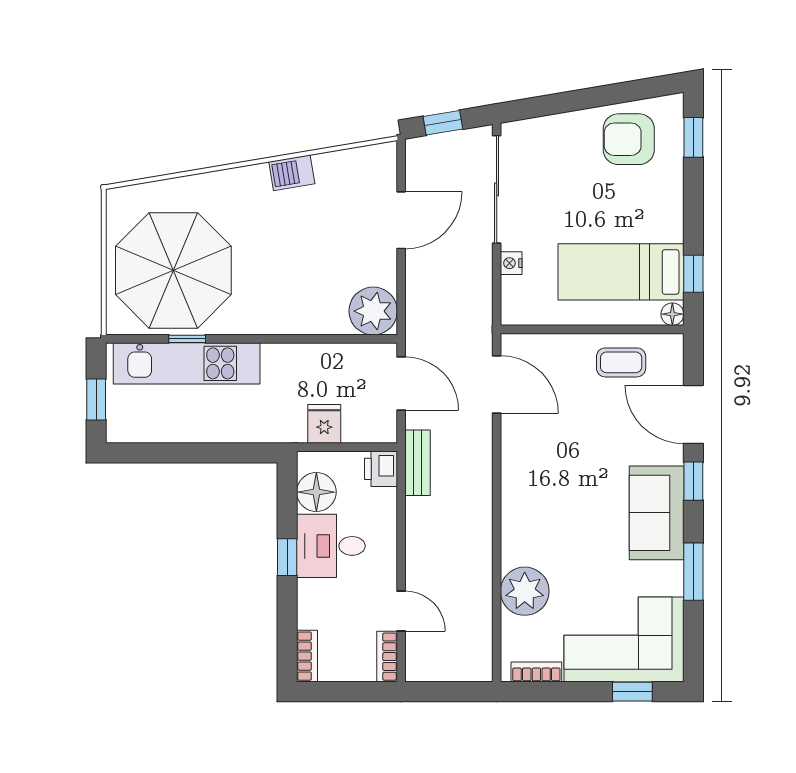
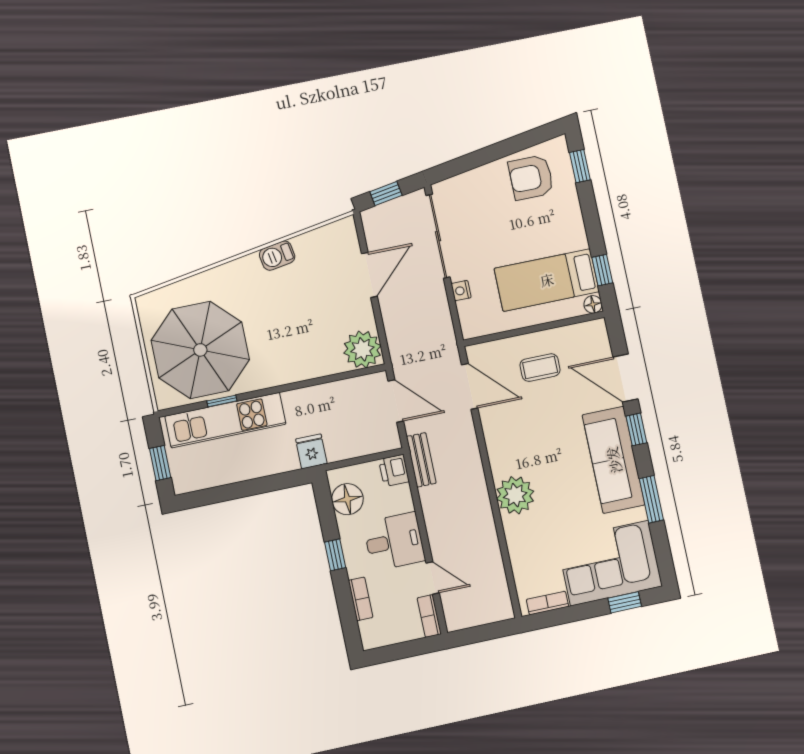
coffee table: (621, 362) -> (540, 368), moved
fridge: (324, 424) -> (311, 451), moved
sofa: (657, 513) -> (614, 460), width x1.36
desk: (331, 546) -> (394, 541), moved, turned 180
plant: (525, 591) -> (515, 495), moved
bookcase: (307, 656) -> (361, 599), moved

